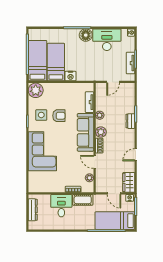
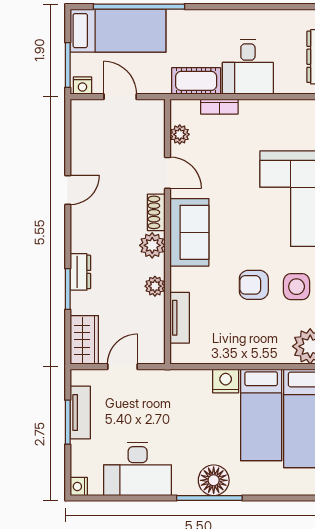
floor lamp: (86, 35) -> (214, 480), moved
sofa: (85, 132) -> (189, 232), width x0.73
wardrobe: (129, 182) -> (84, 340), moved

